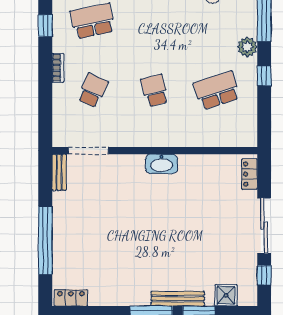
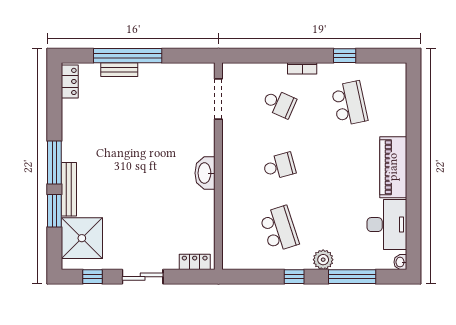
bench: (59, 172) -> (119, 70), moved
sliding door: (264, 226) -> (143, 277), width x0.73
shower: (226, 295) -> (82, 238), width x1.86, depth x1.86

